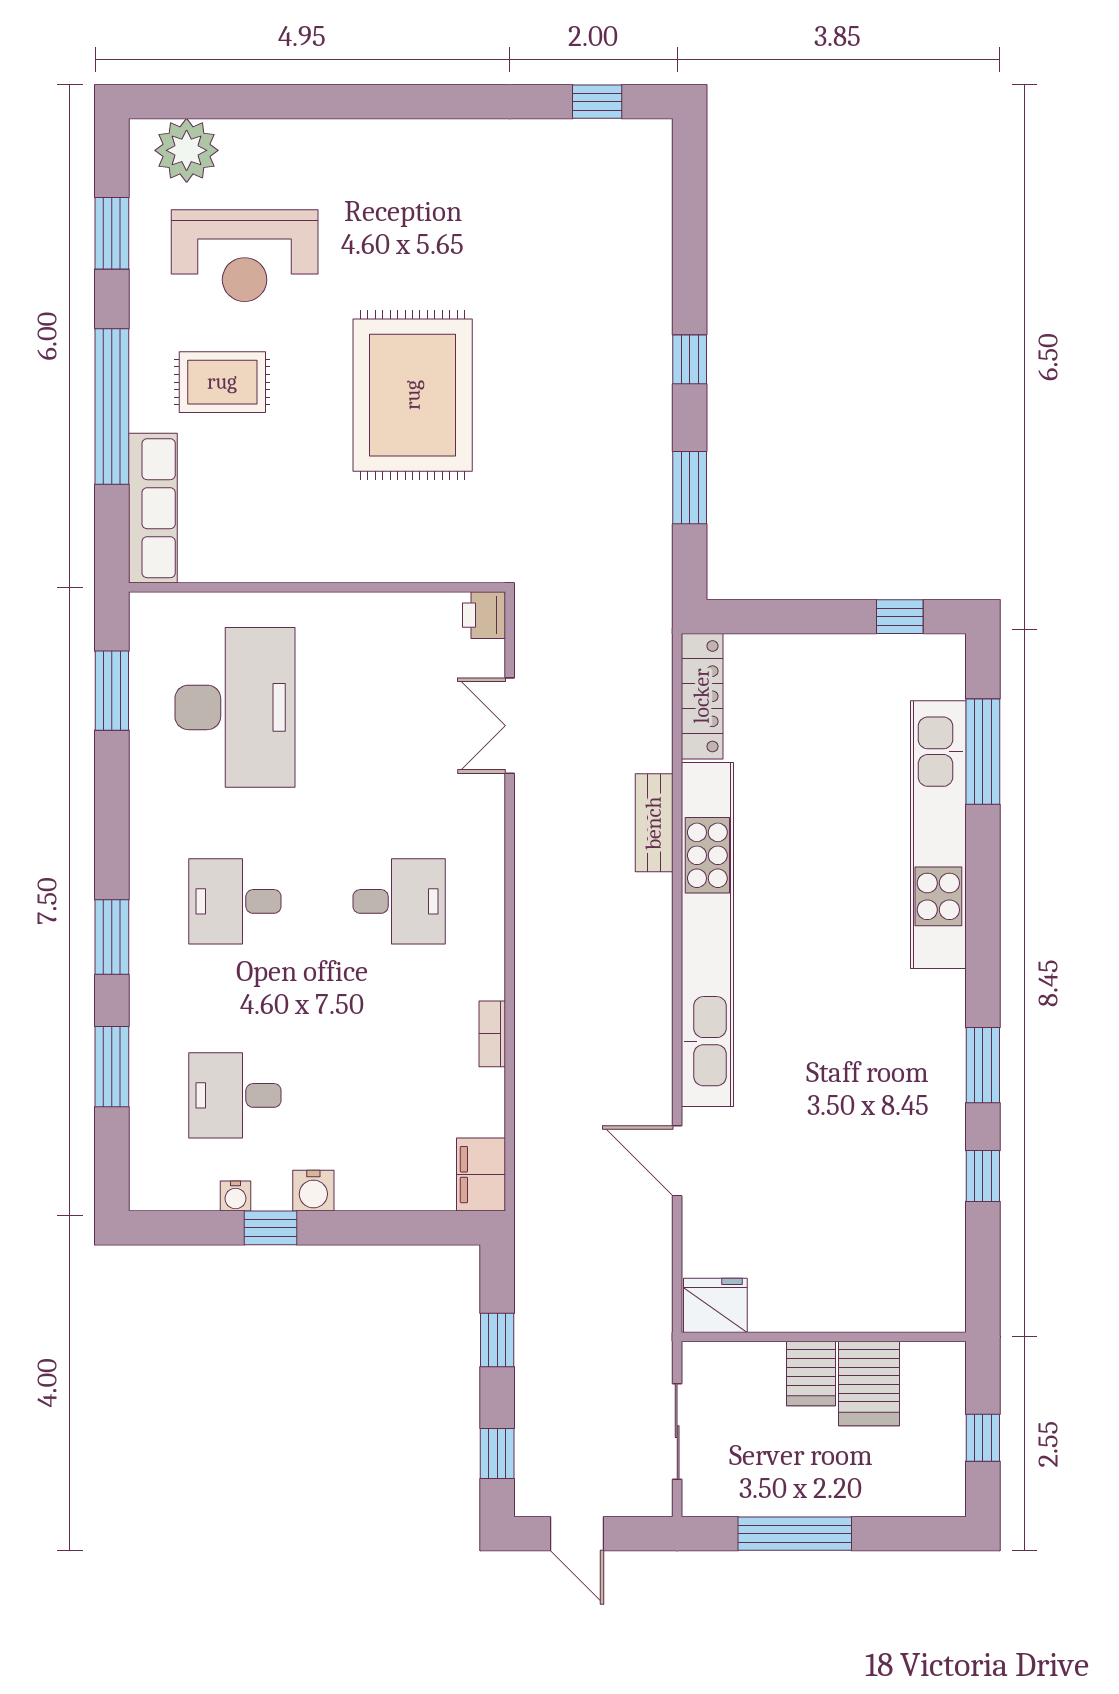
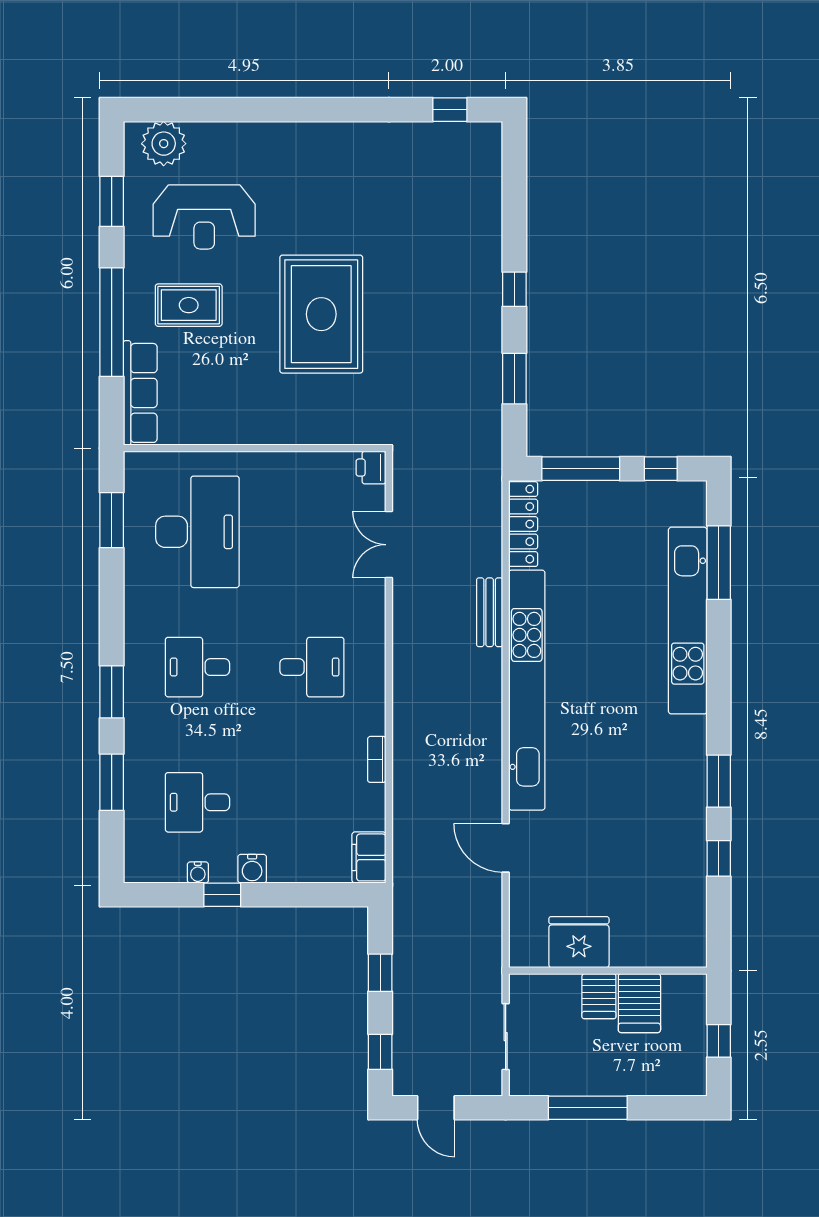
window: (785, 617) -> (581, 469), added
fridge: (715, 1305) -> (579, 942), moved, width x1.36, depth x1.34

